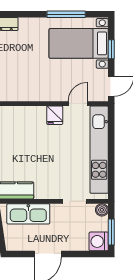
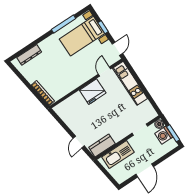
fridge: (55, 115) -> (93, 92), width x1.88, depth x1.34
kitchen unit: (99, 150) -> (130, 83), width x0.73
washing machine: (99, 241) -> (164, 135), moved

